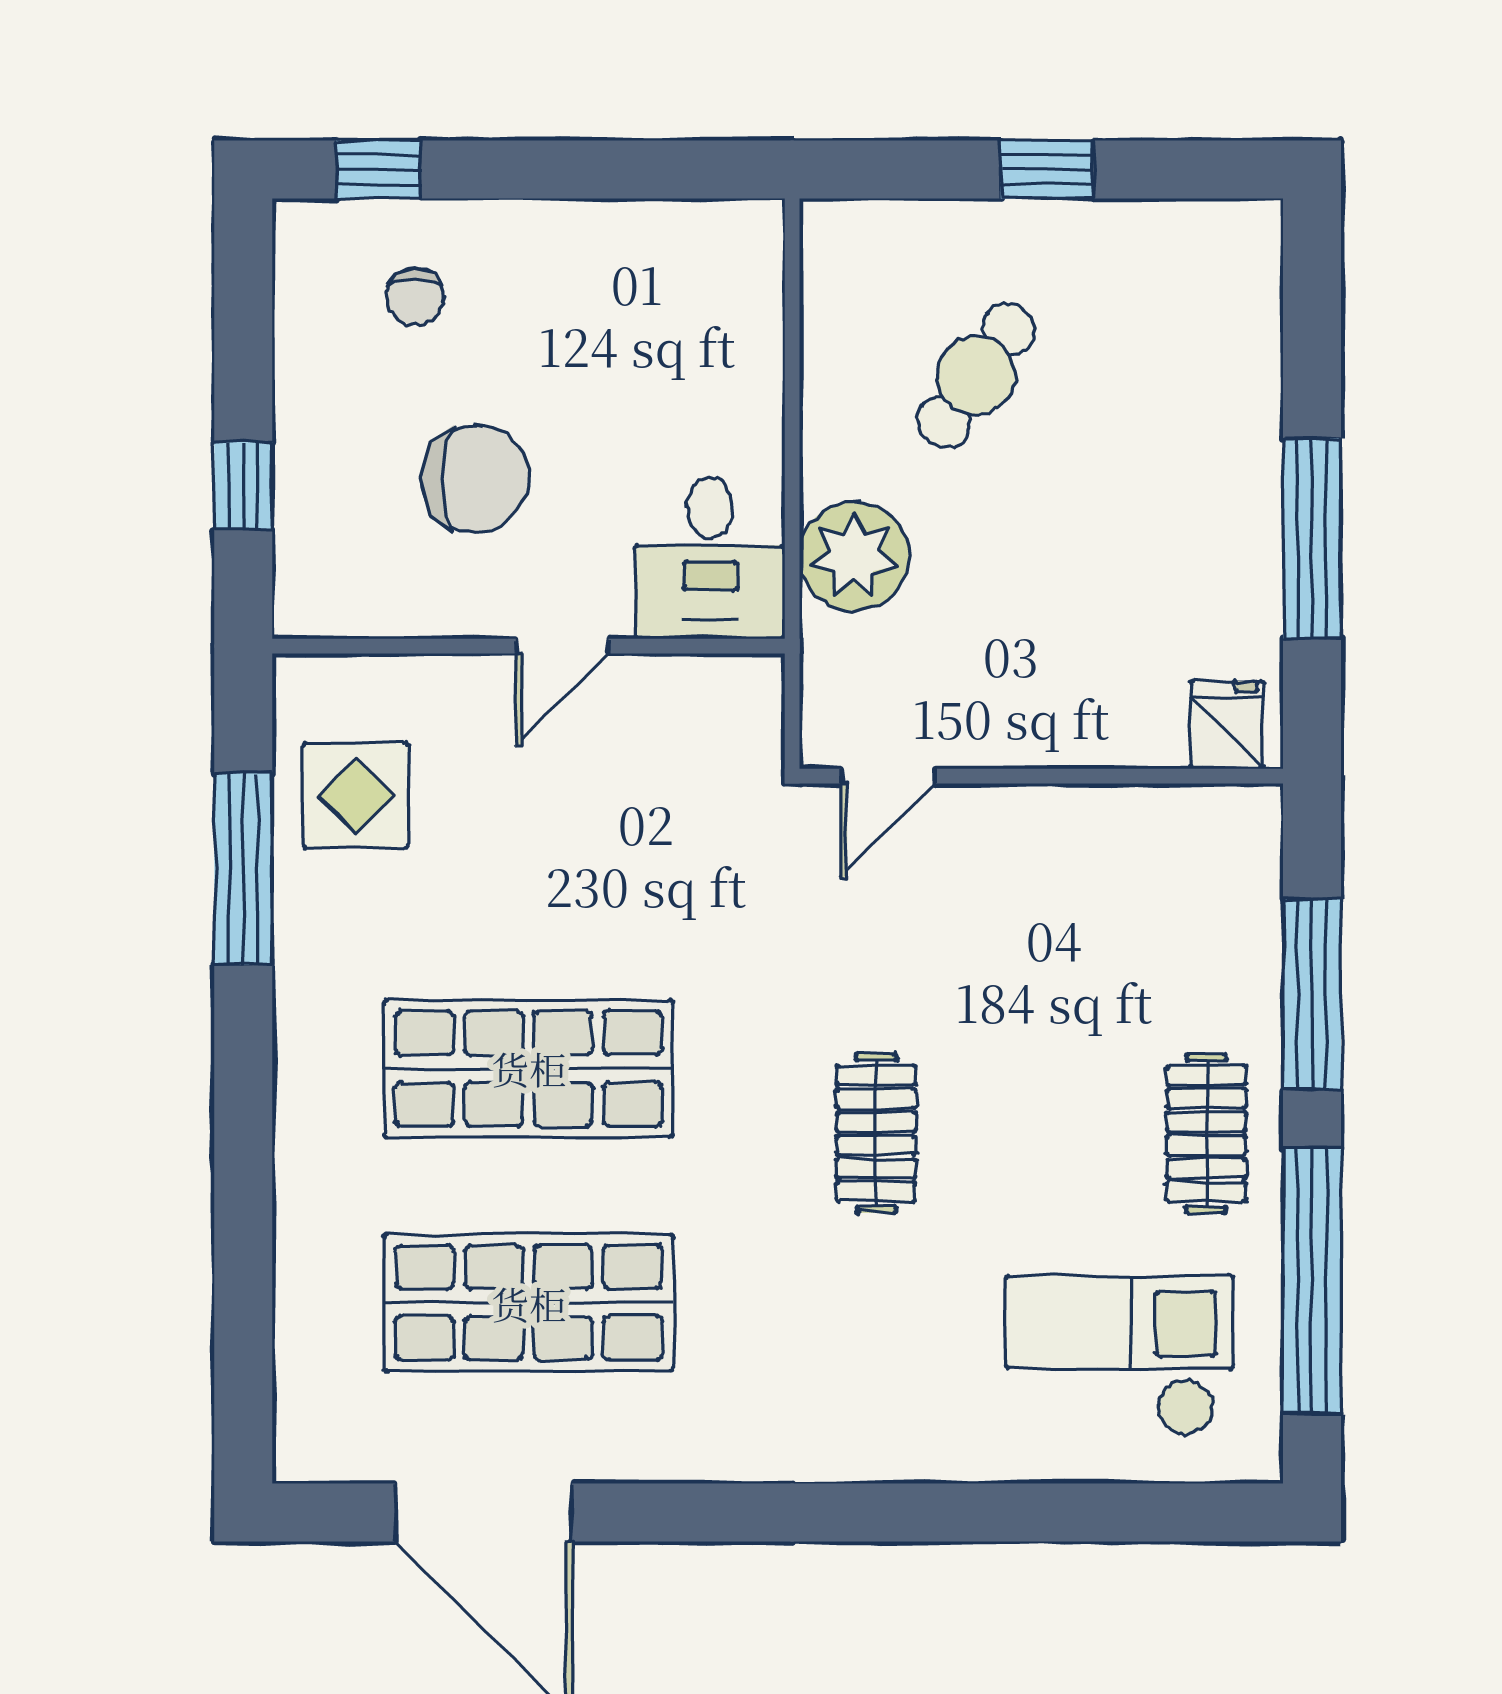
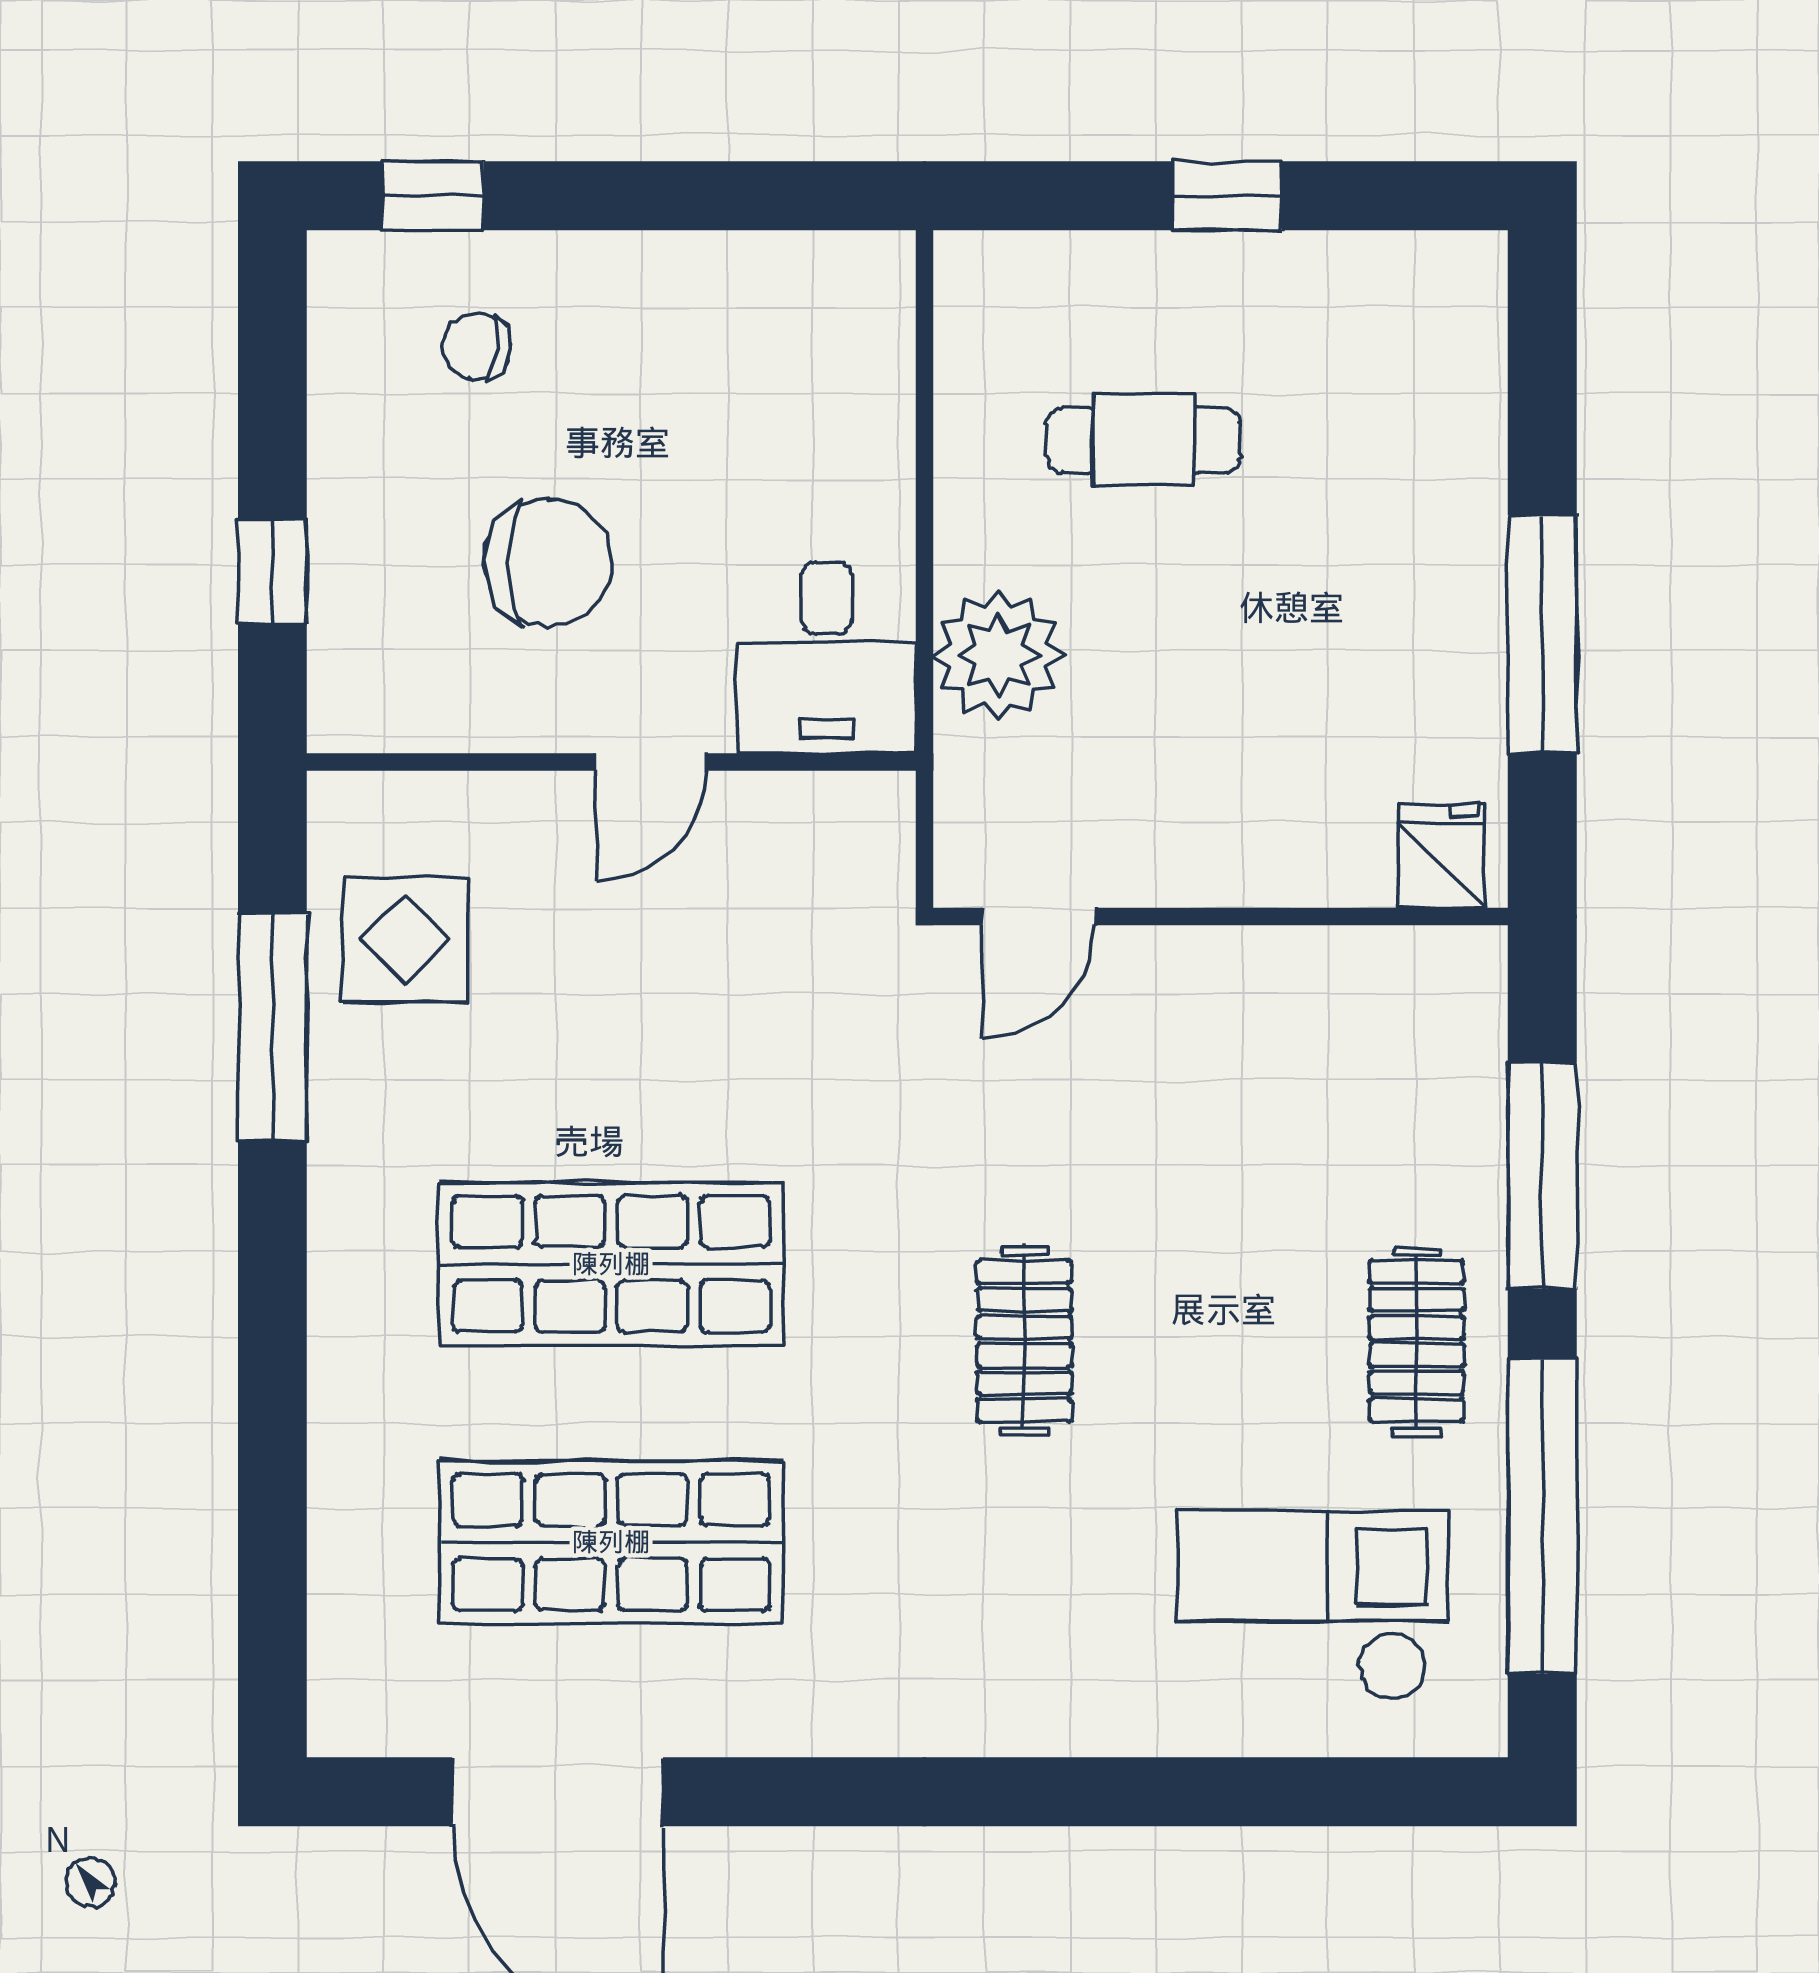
chair: (415, 297) -> (476, 347), turned 96
cafe table: (976, 375) -> (1143, 440), turned 55

